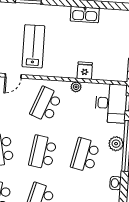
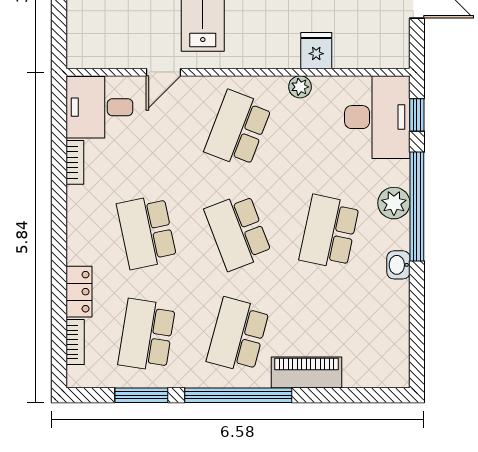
school desk: (43, 152) -> (238, 232), turned -30
washbasin: (116, 183) -> (398, 265), moved

